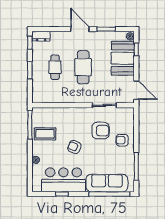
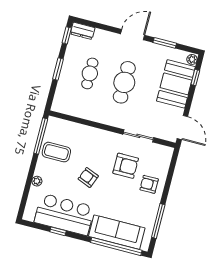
door: (80, 29) -> (133, 35), hinge flipped

